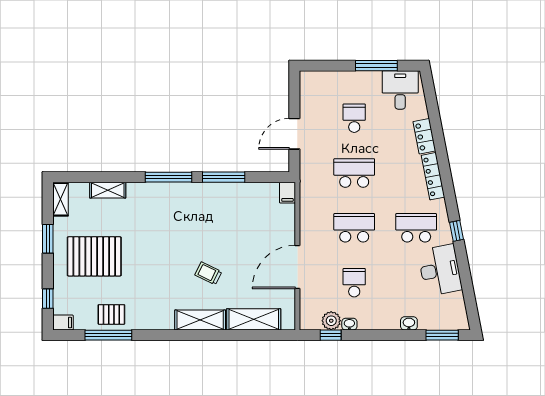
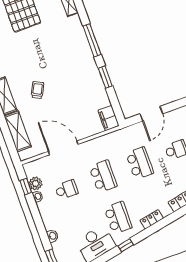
door: (294, 134) -> (151, 114), swing flipped
locker: (433, 176) -> (152, 219), width x0.66
window: (224, 177) -> (105, 77), width x0.69
filing cabinet: (287, 193) -> (109, 118), width x2.00

